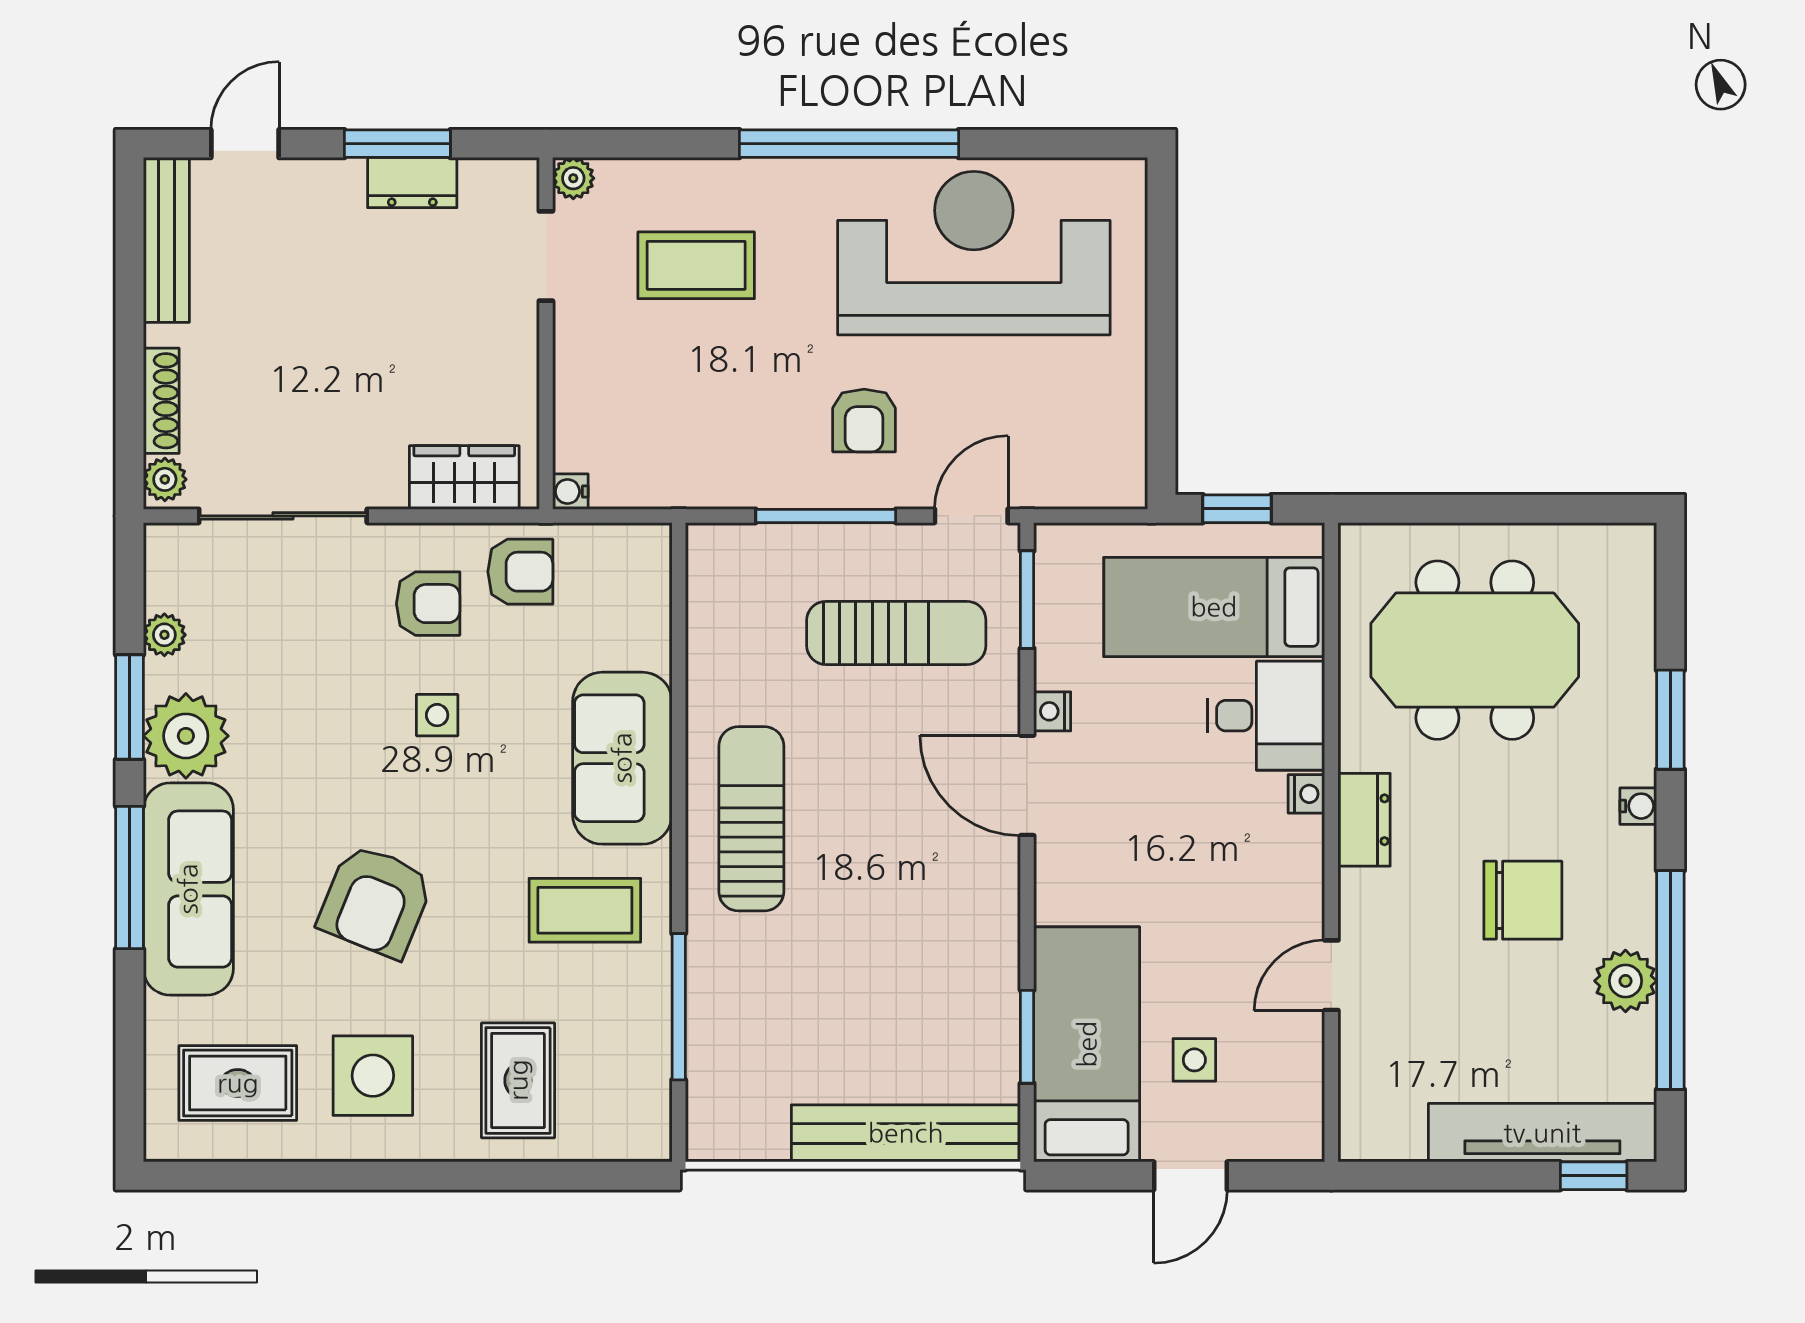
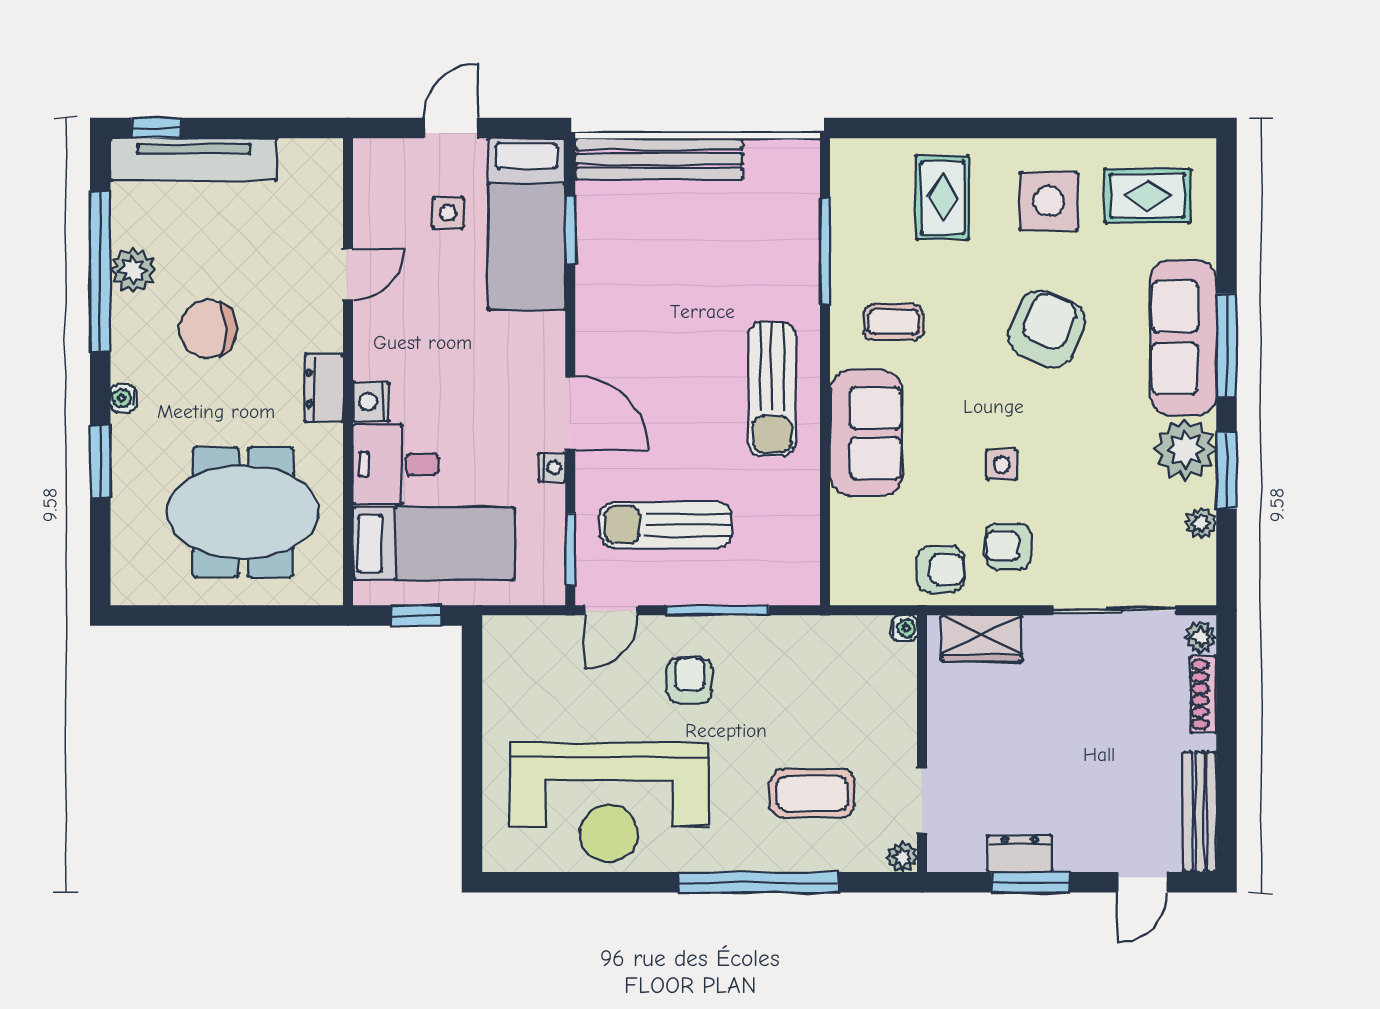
window: (849, 144) -> (759, 882), moved
armchair: (520, 572) -> (941, 569), turned 180
nightstand: (1306, 794) -> (371, 402), width x1.39, depth x1.35
coffee table: (585, 910) -> (894, 322), width x0.73, depth x0.77

